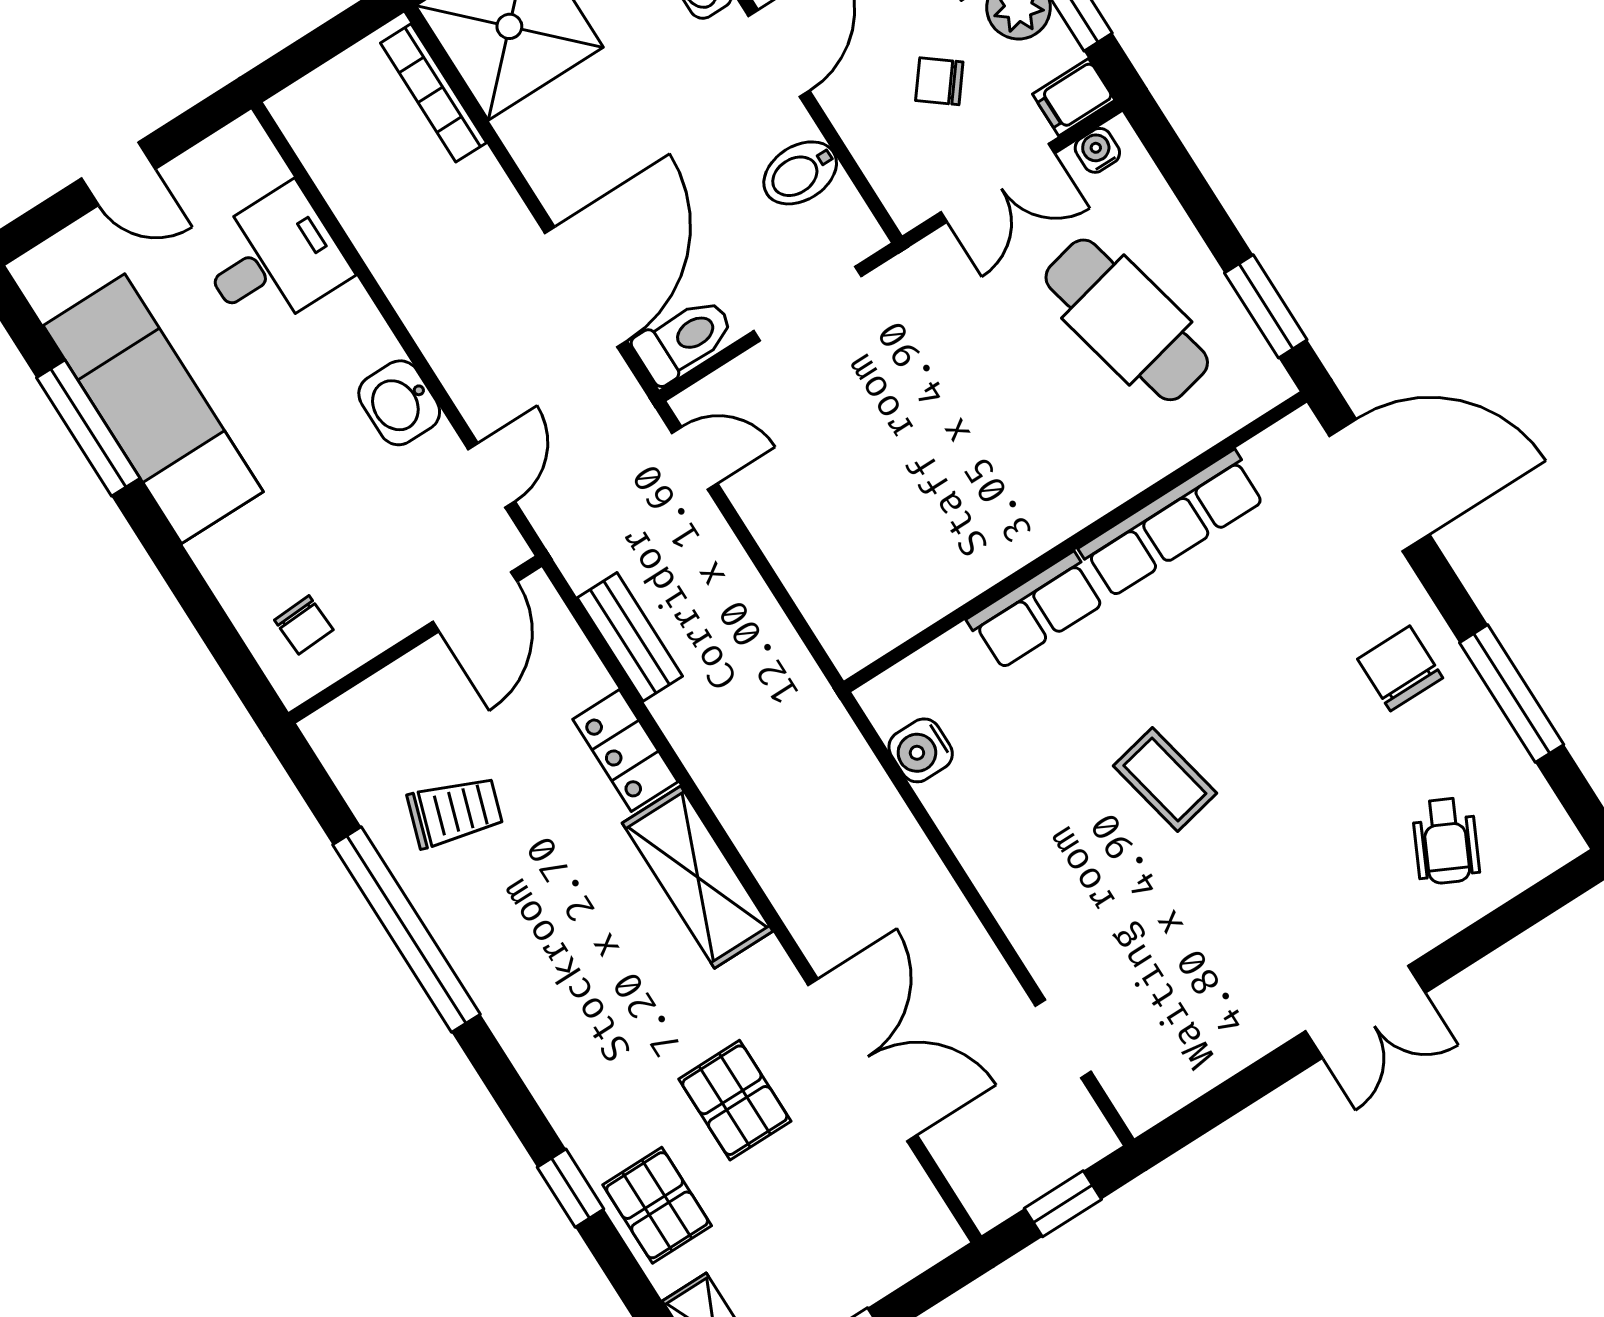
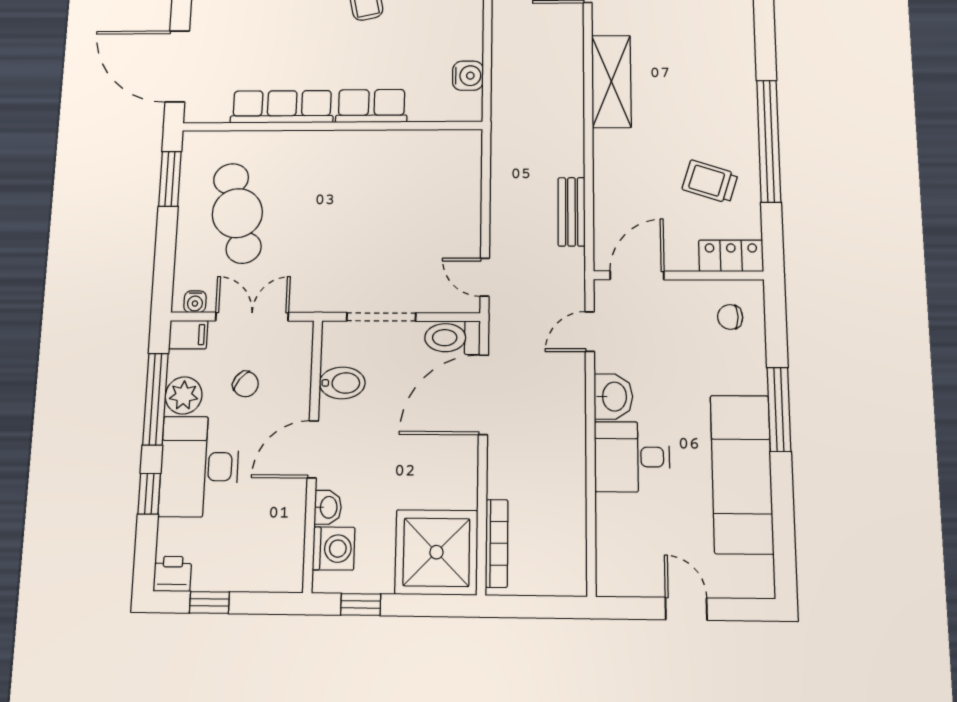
desk: (273, 260) -> (632, 457), moved
window: (88, 428) -> (779, 409), moved
chair: (304, 625) -> (730, 317), turned -87
locker: (625, 751) -> (731, 256), moved, turned -90

